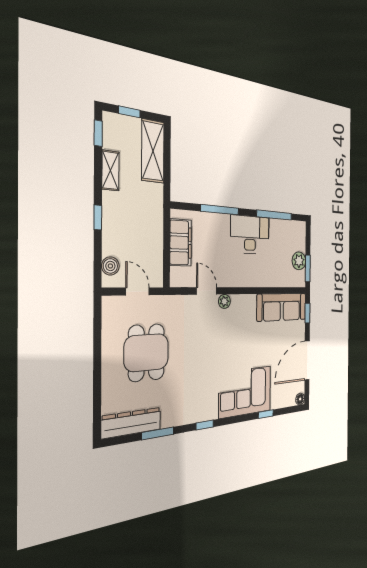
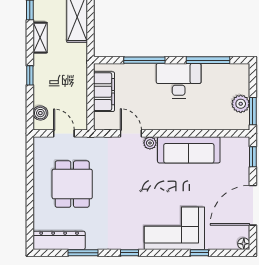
sofa: (282, 307) -> (189, 150), moved

